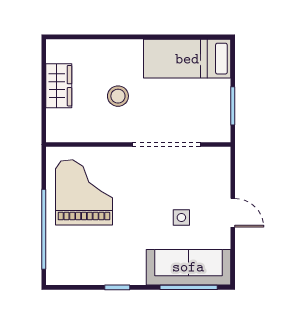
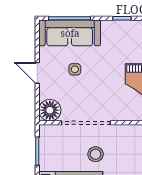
stool: (118, 96) -> (96, 154), moved
floor lamp: (216, 162) -> (50, 110), added

